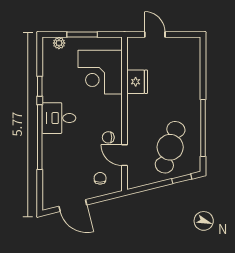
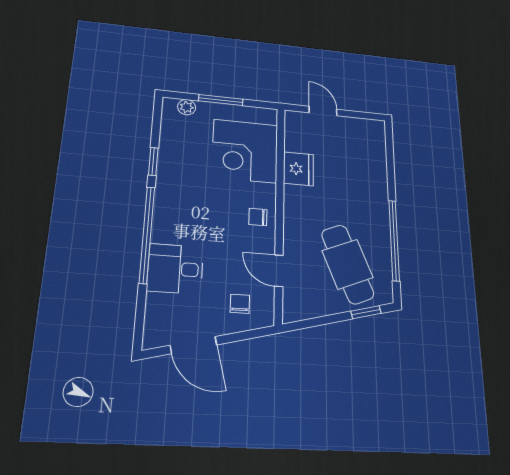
desk: (59, 118) -> (175, 269), moved
chair: (108, 137) -> (258, 217), moved
cafe table: (170, 147) -> (348, 264), turned -40

